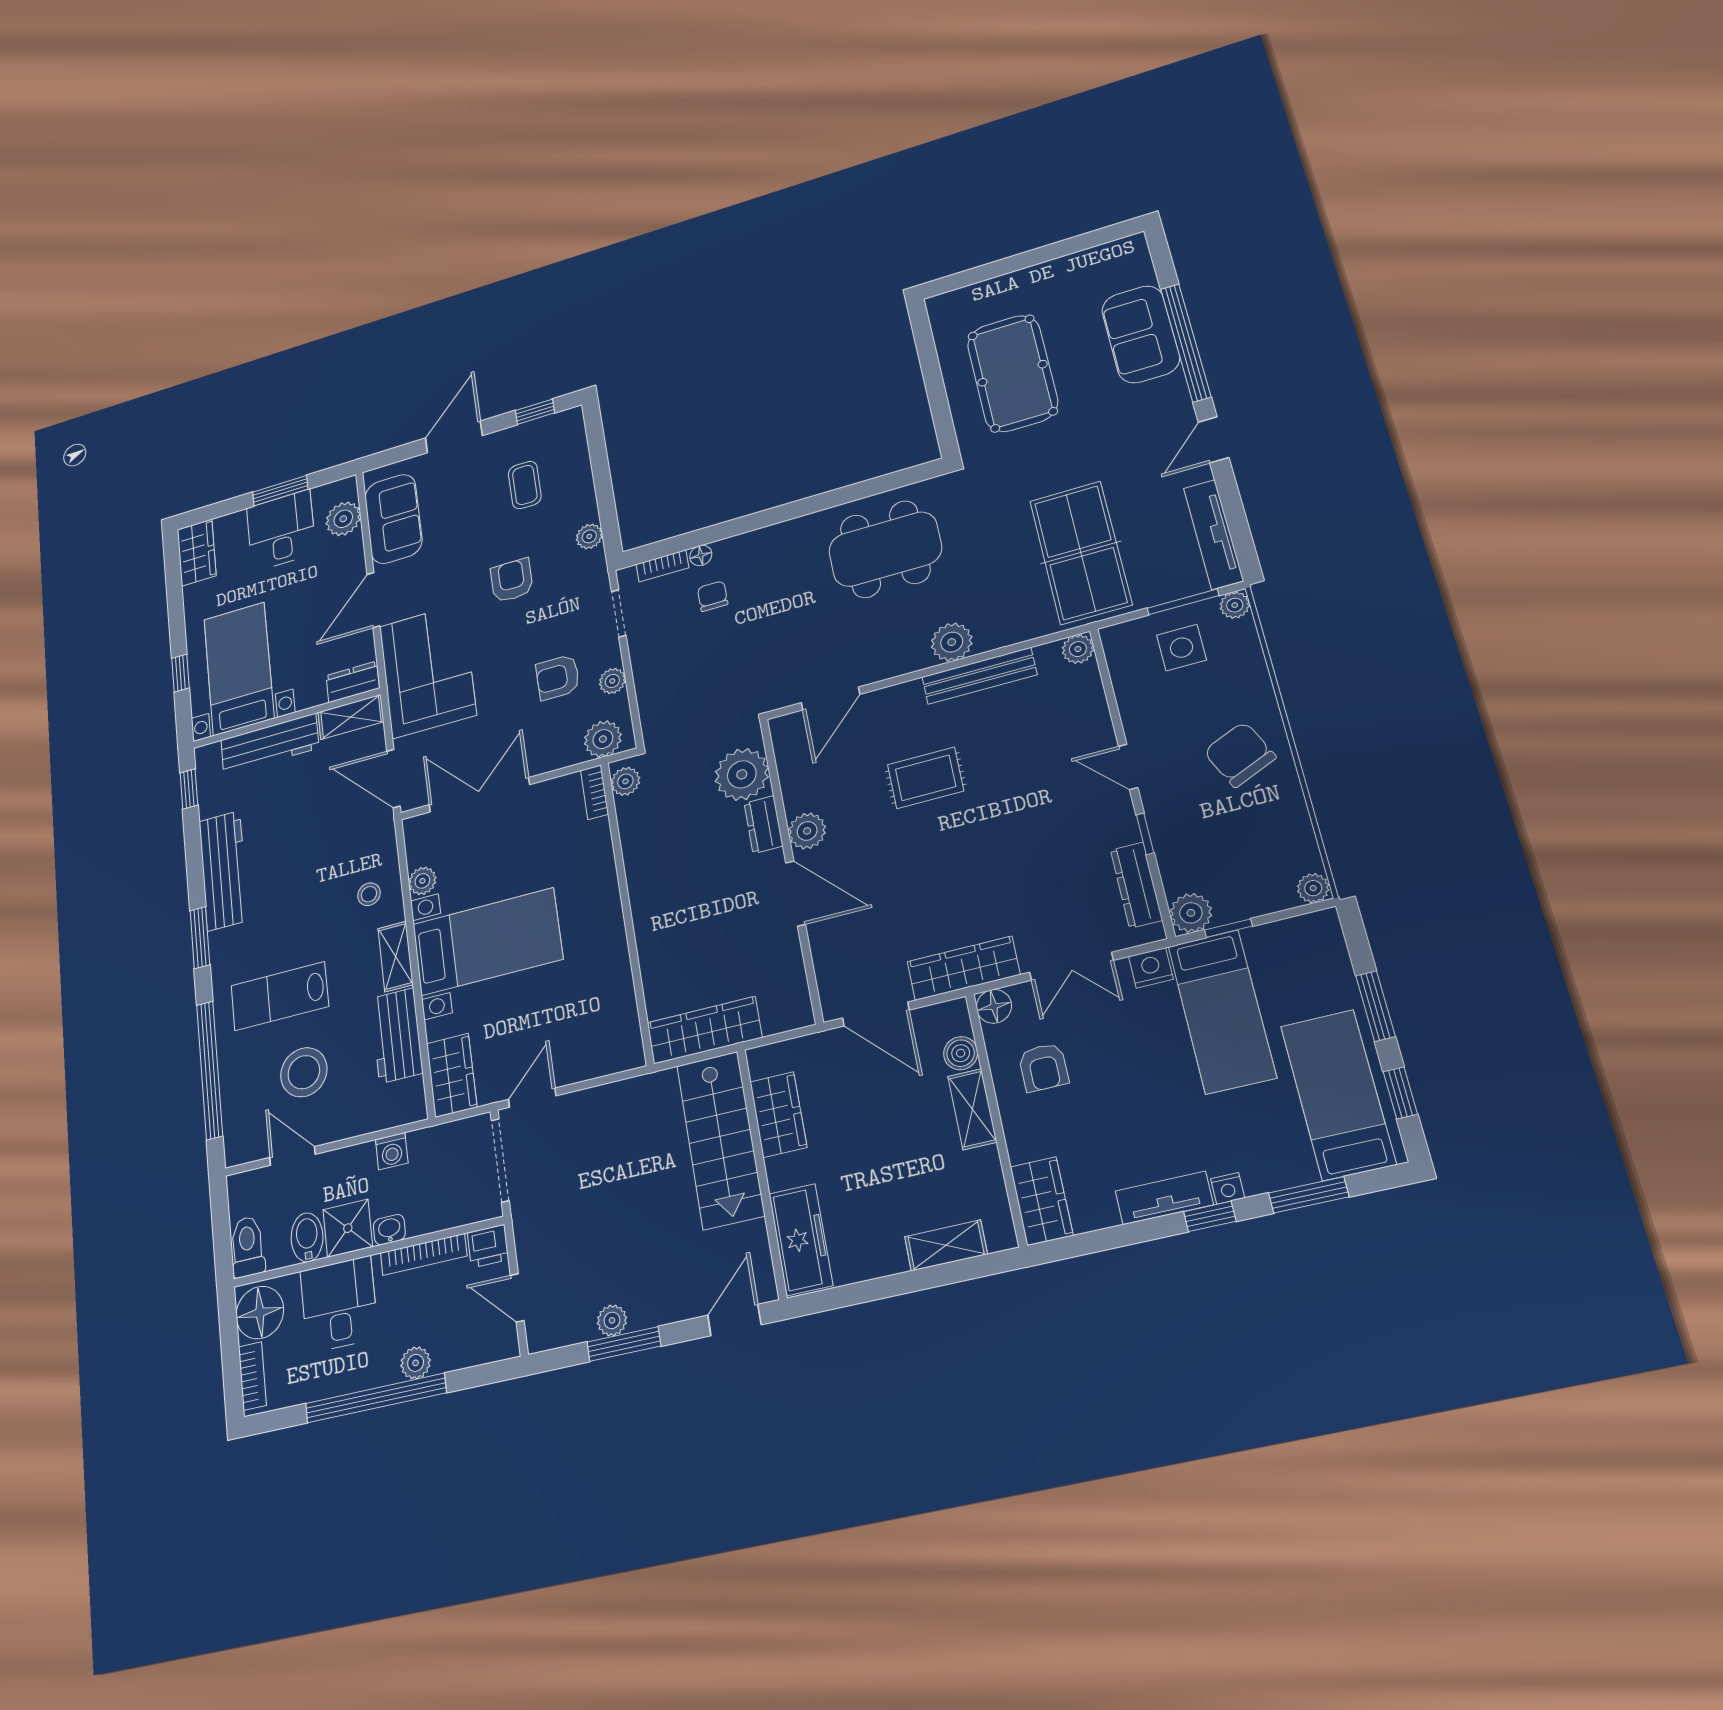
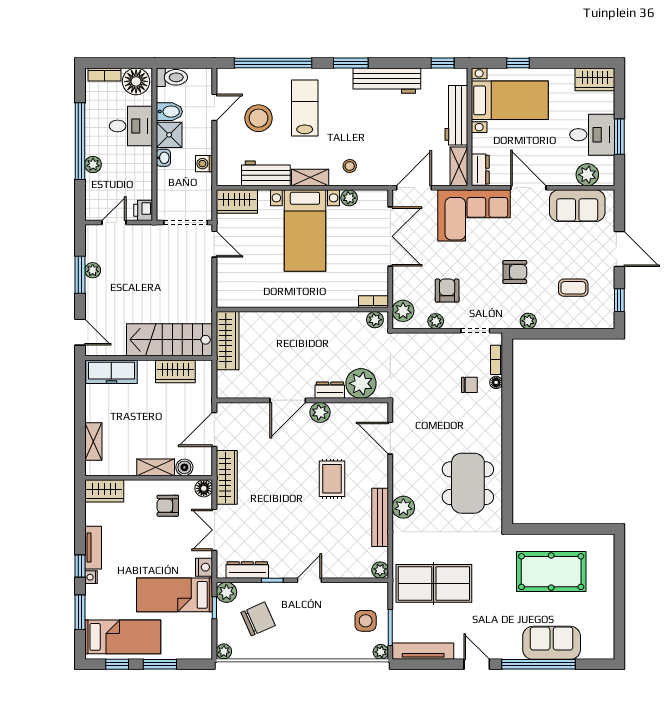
chair: (1240, 754) -> (258, 619), moved
bookcase: (424, 1254) -> (146, 175), removed

